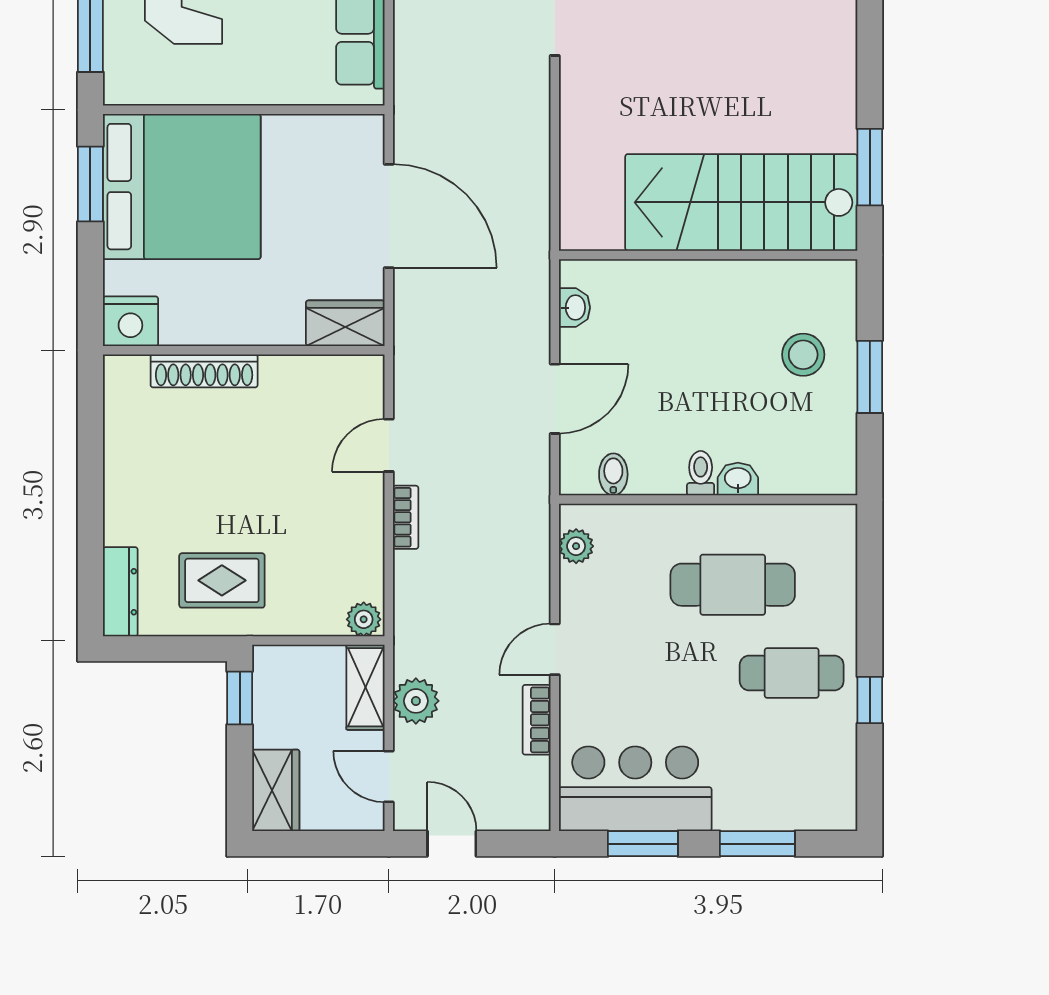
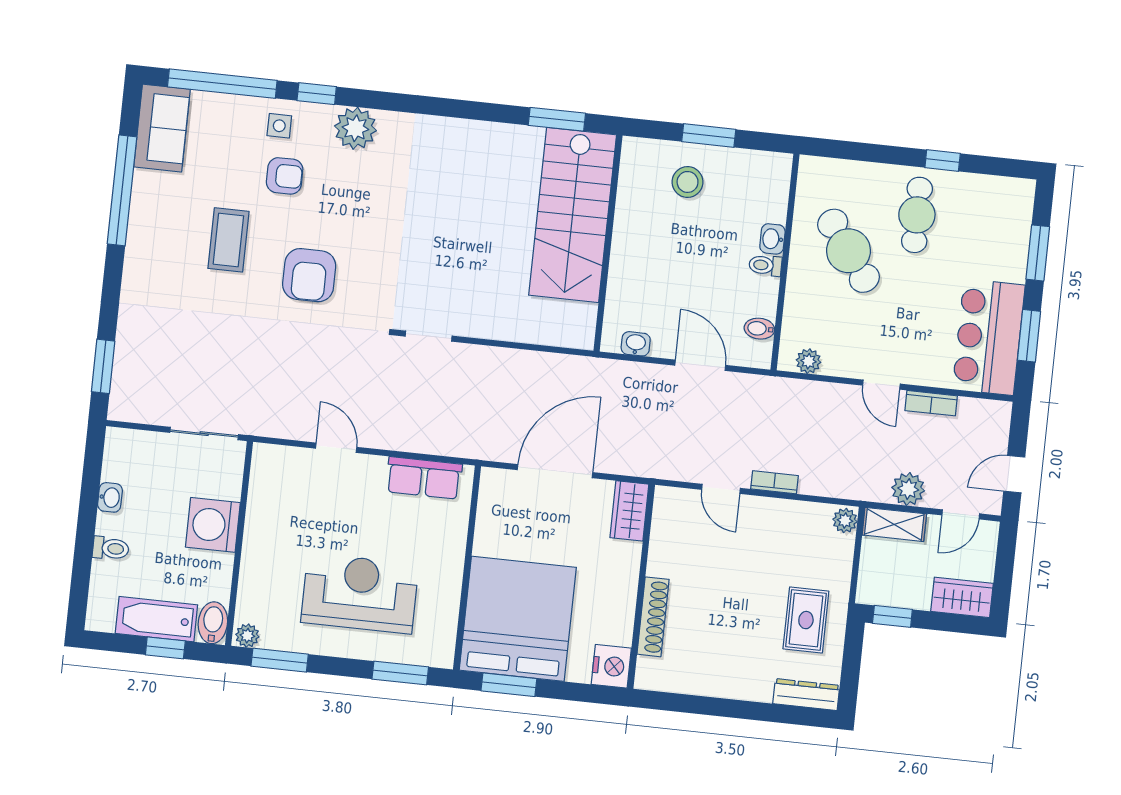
cafe table: (733, 585) -> (849, 251), turned -36

